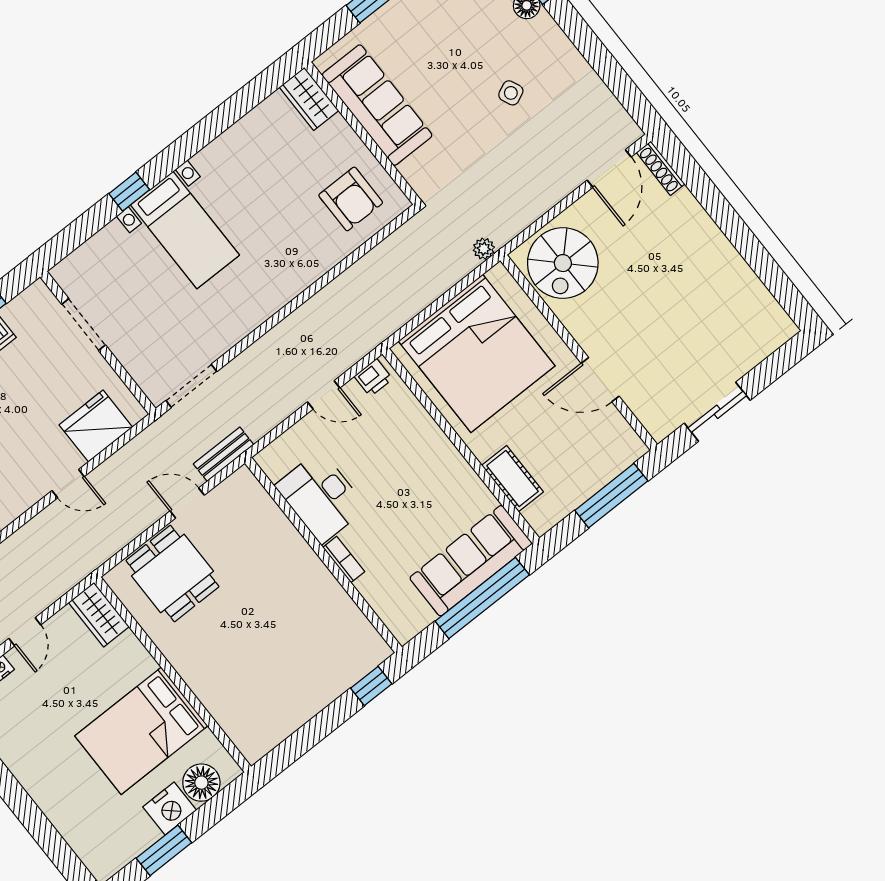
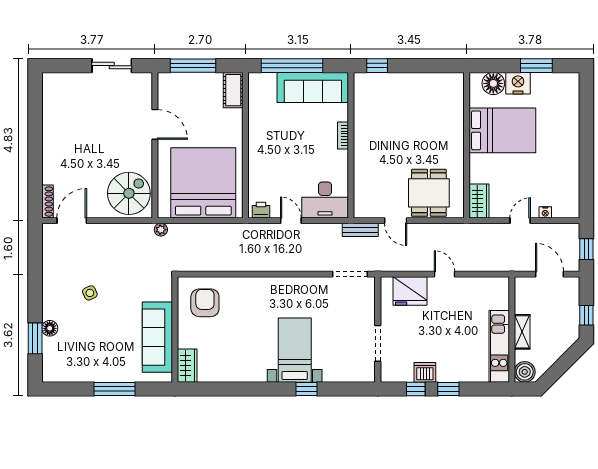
cot: (513, 479) -> (233, 90), moved
desk: (321, 497) -> (325, 200), moved, turned 90
sofa: (471, 561) -> (313, 87), moved

